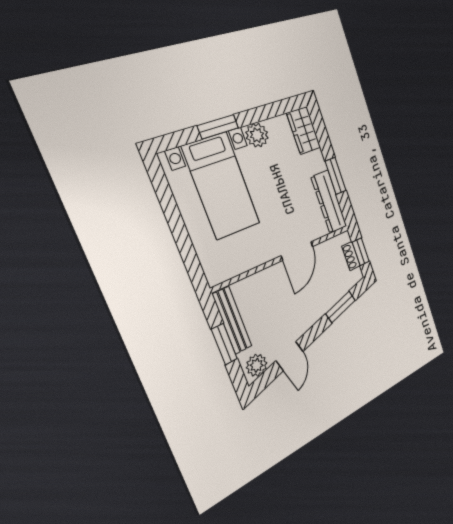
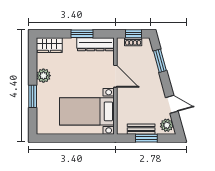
bed with nightstands: (222, 186) -> (87, 111), moved, turned 180
bench: (232, 320) -> (141, 129), width x0.73

